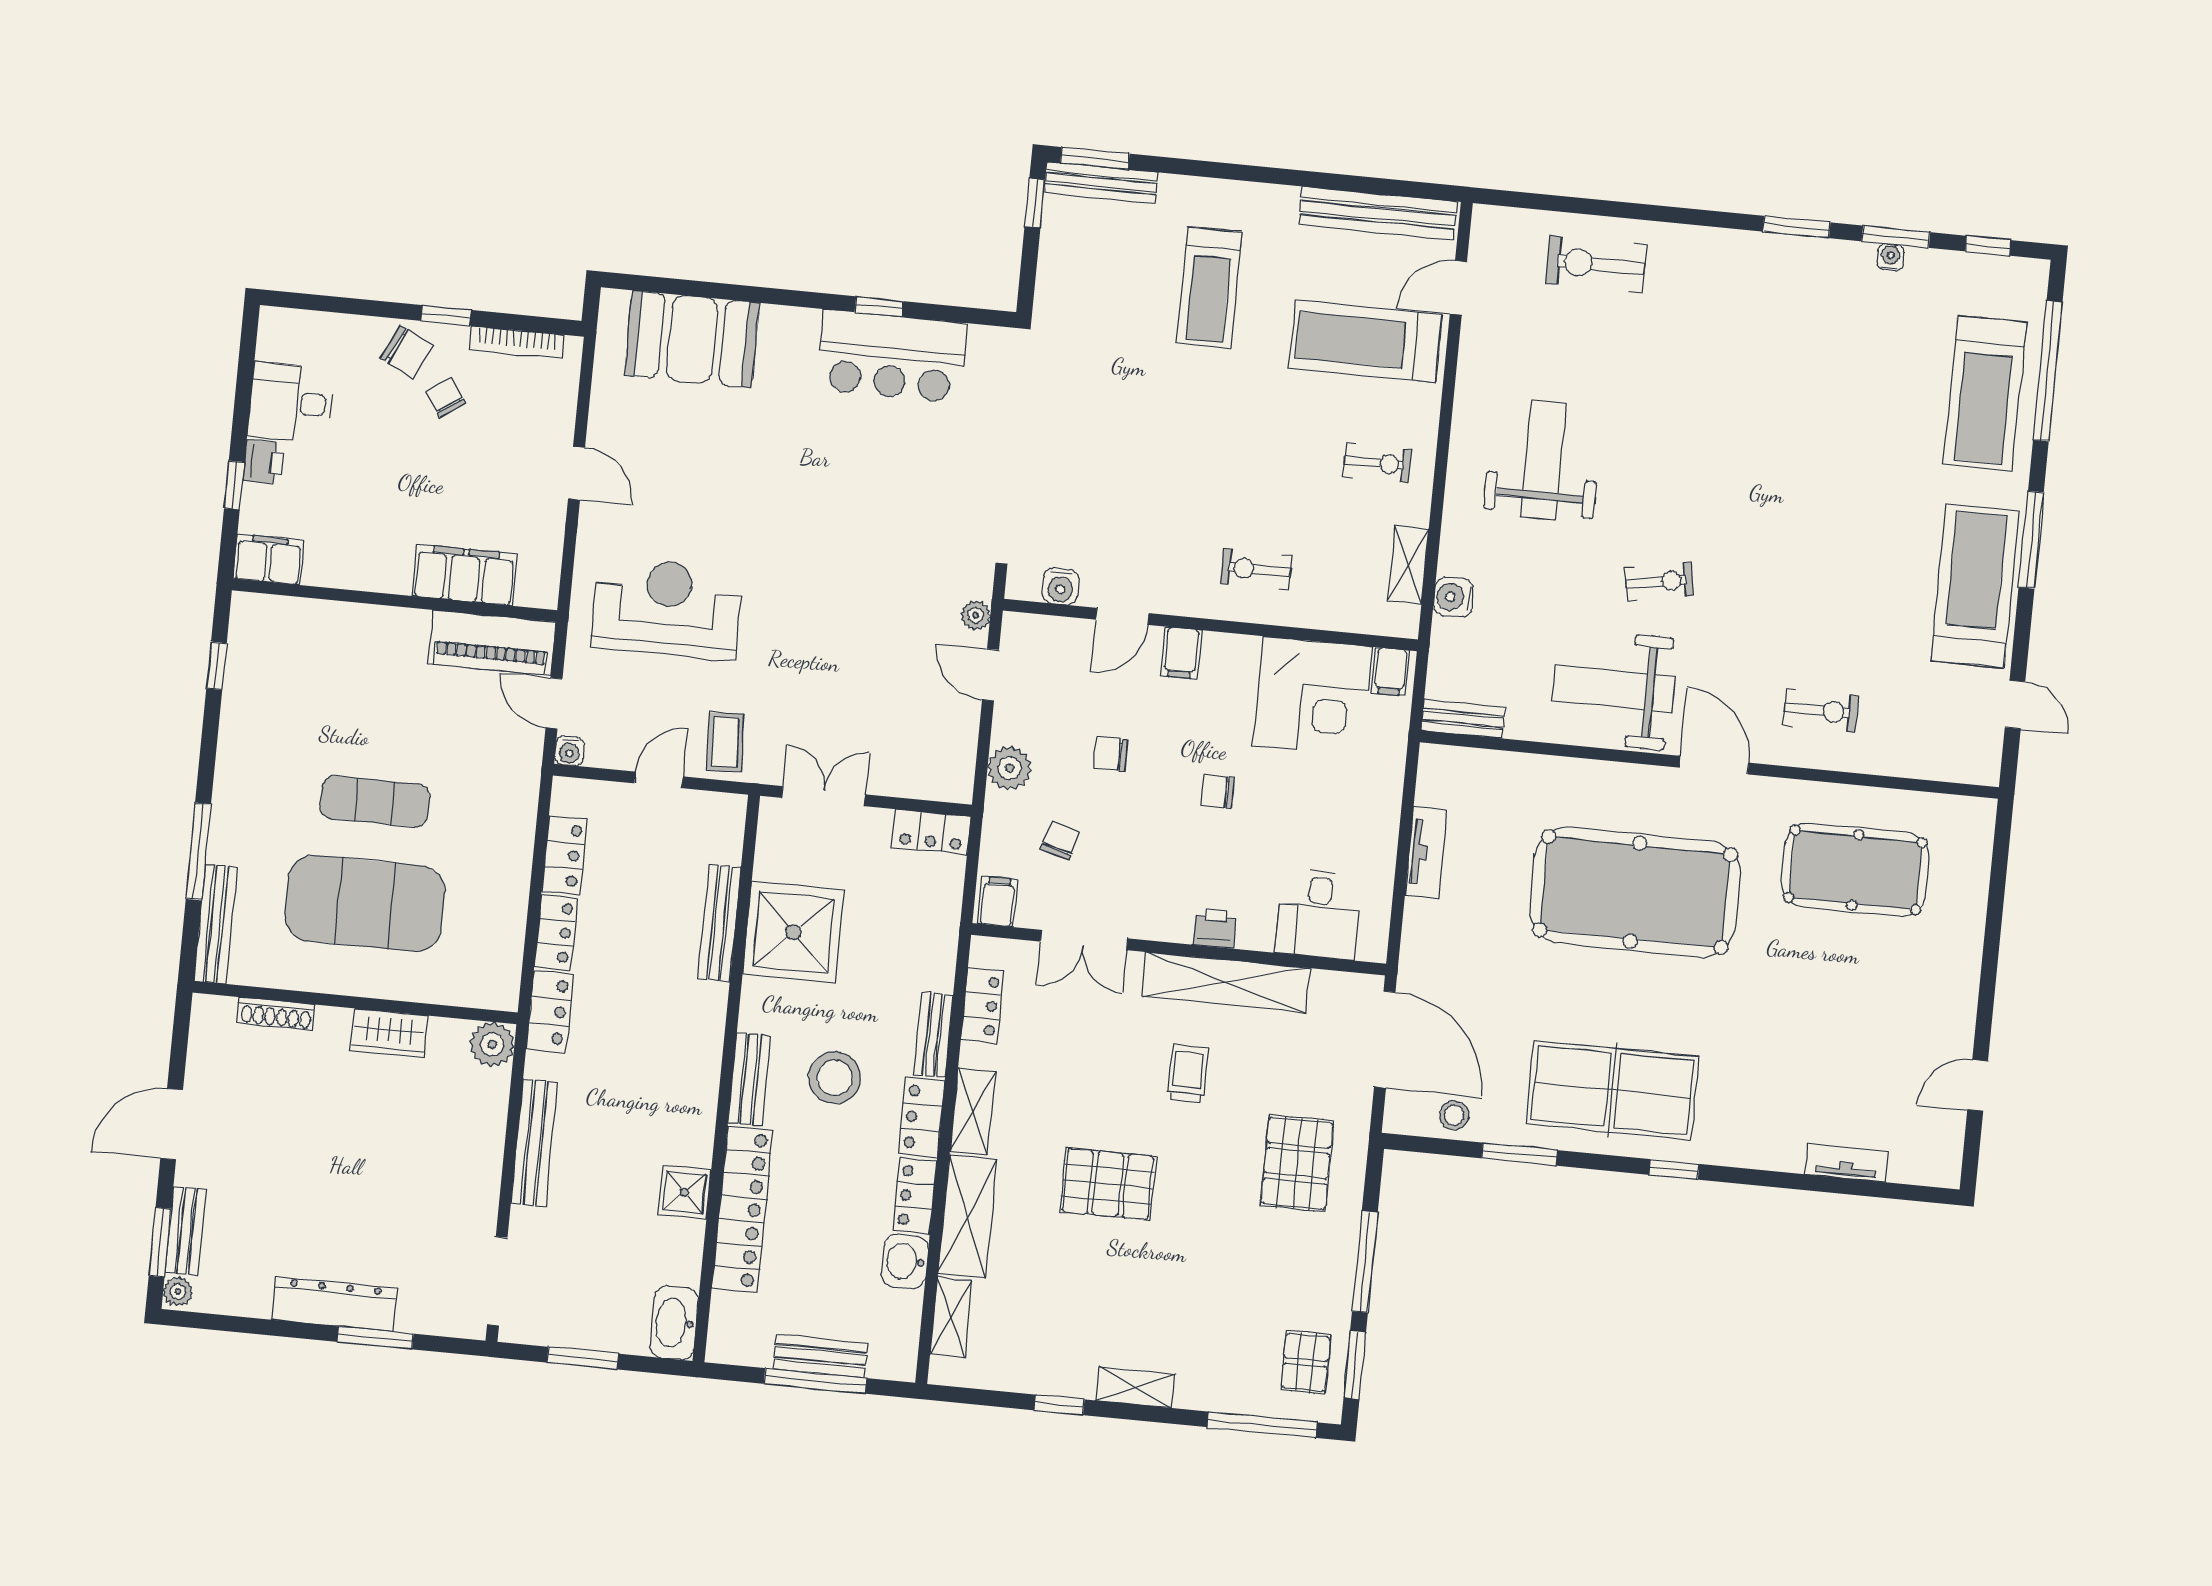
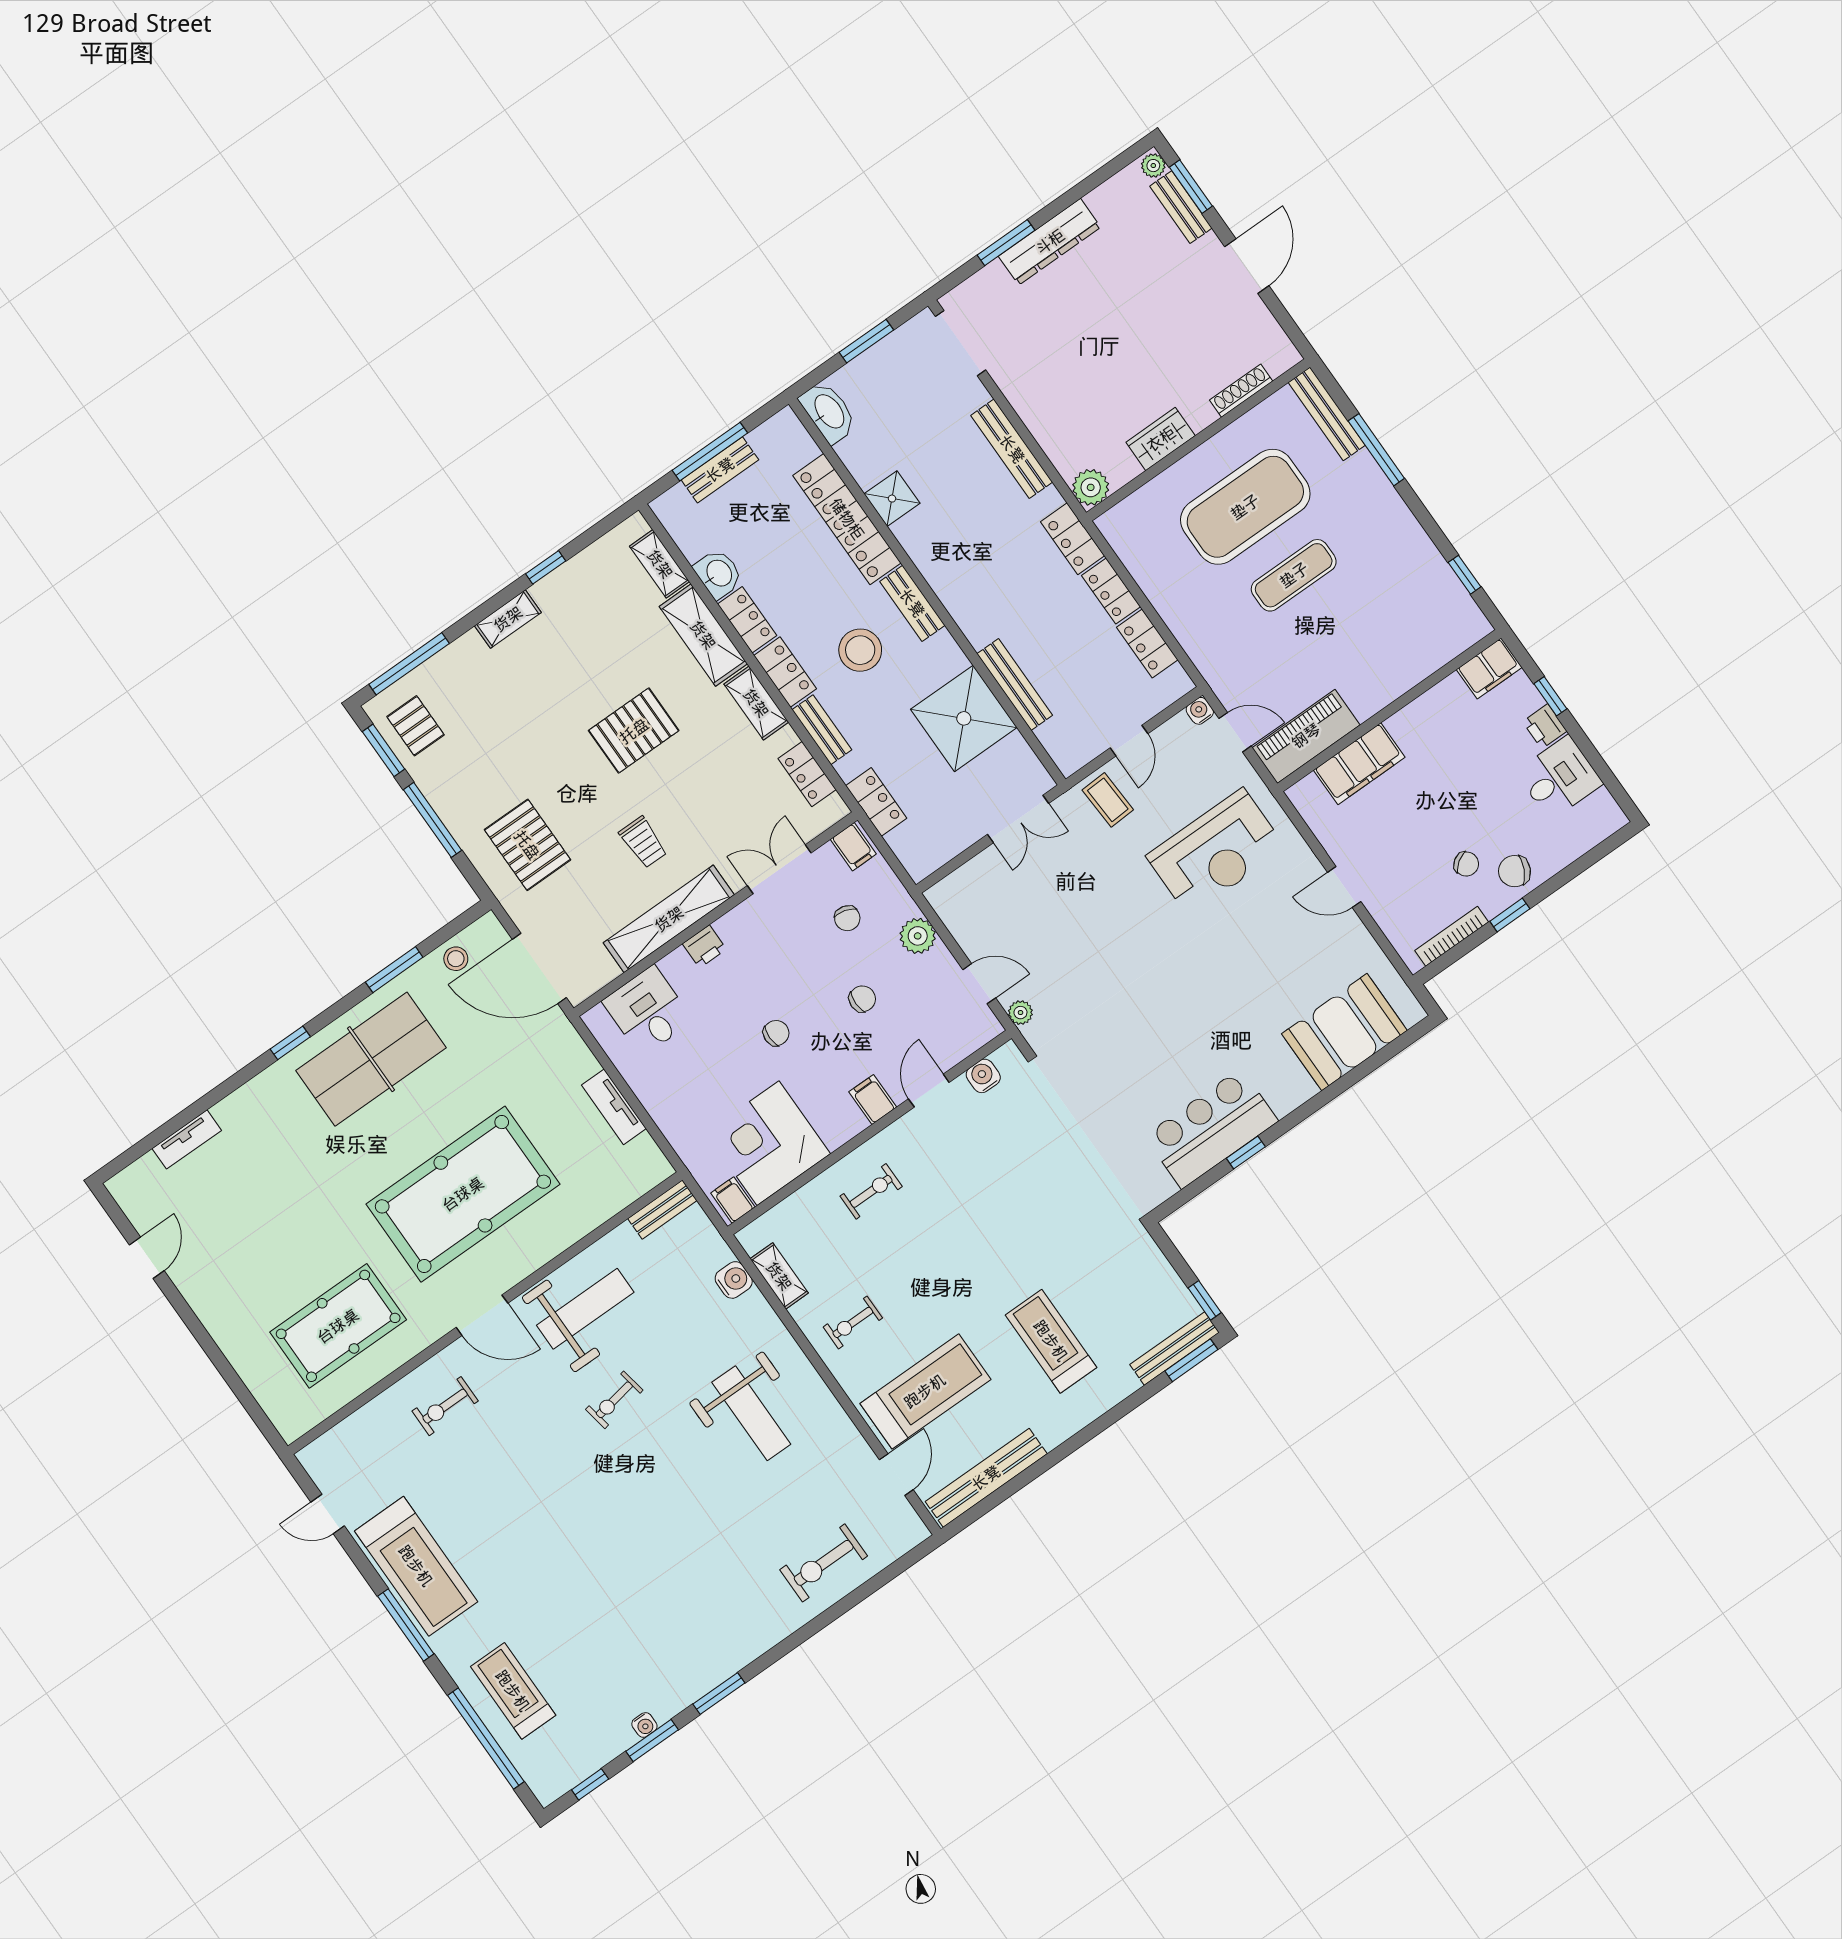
exercise bike: (1596, 264) -> (824, 1563), turned 180
treadmill: (1985, 393) -> (513, 1691), width x0.73, depth x0.73
locker: (931, 832) -> (876, 802), moved, turned 90

